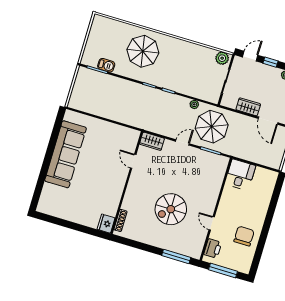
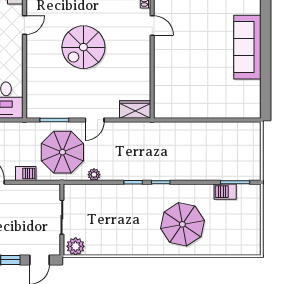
wardrobe: (248, 107) -> (22, 193), removed
barbecue: (242, 119) -> (26, 173), added
sofa: (66, 154) -> (247, 47), width x0.74, depth x0.79
door: (133, 161) -> (152, 25), moved
spiral stairs: (171, 209) -> (83, 47), moved, turned 180
door: (212, 223) -> (24, 25), hinge flipped

